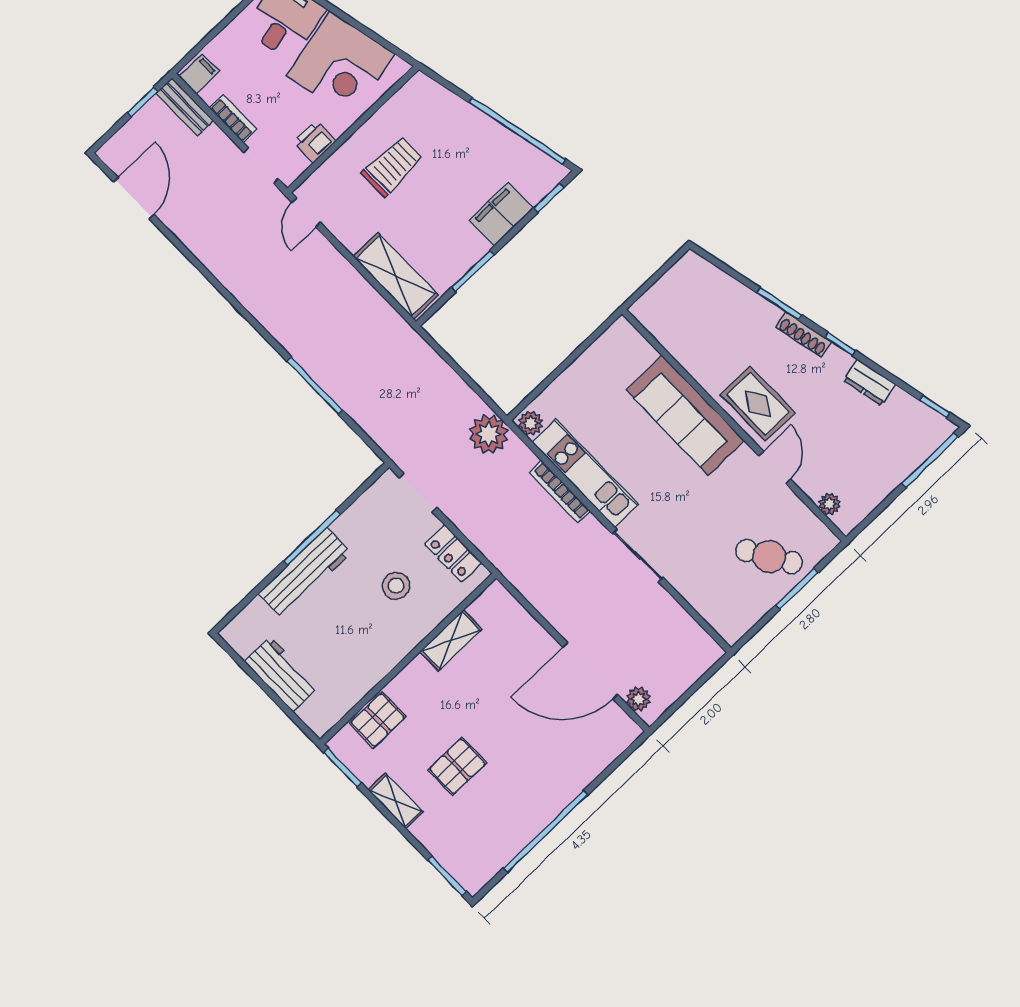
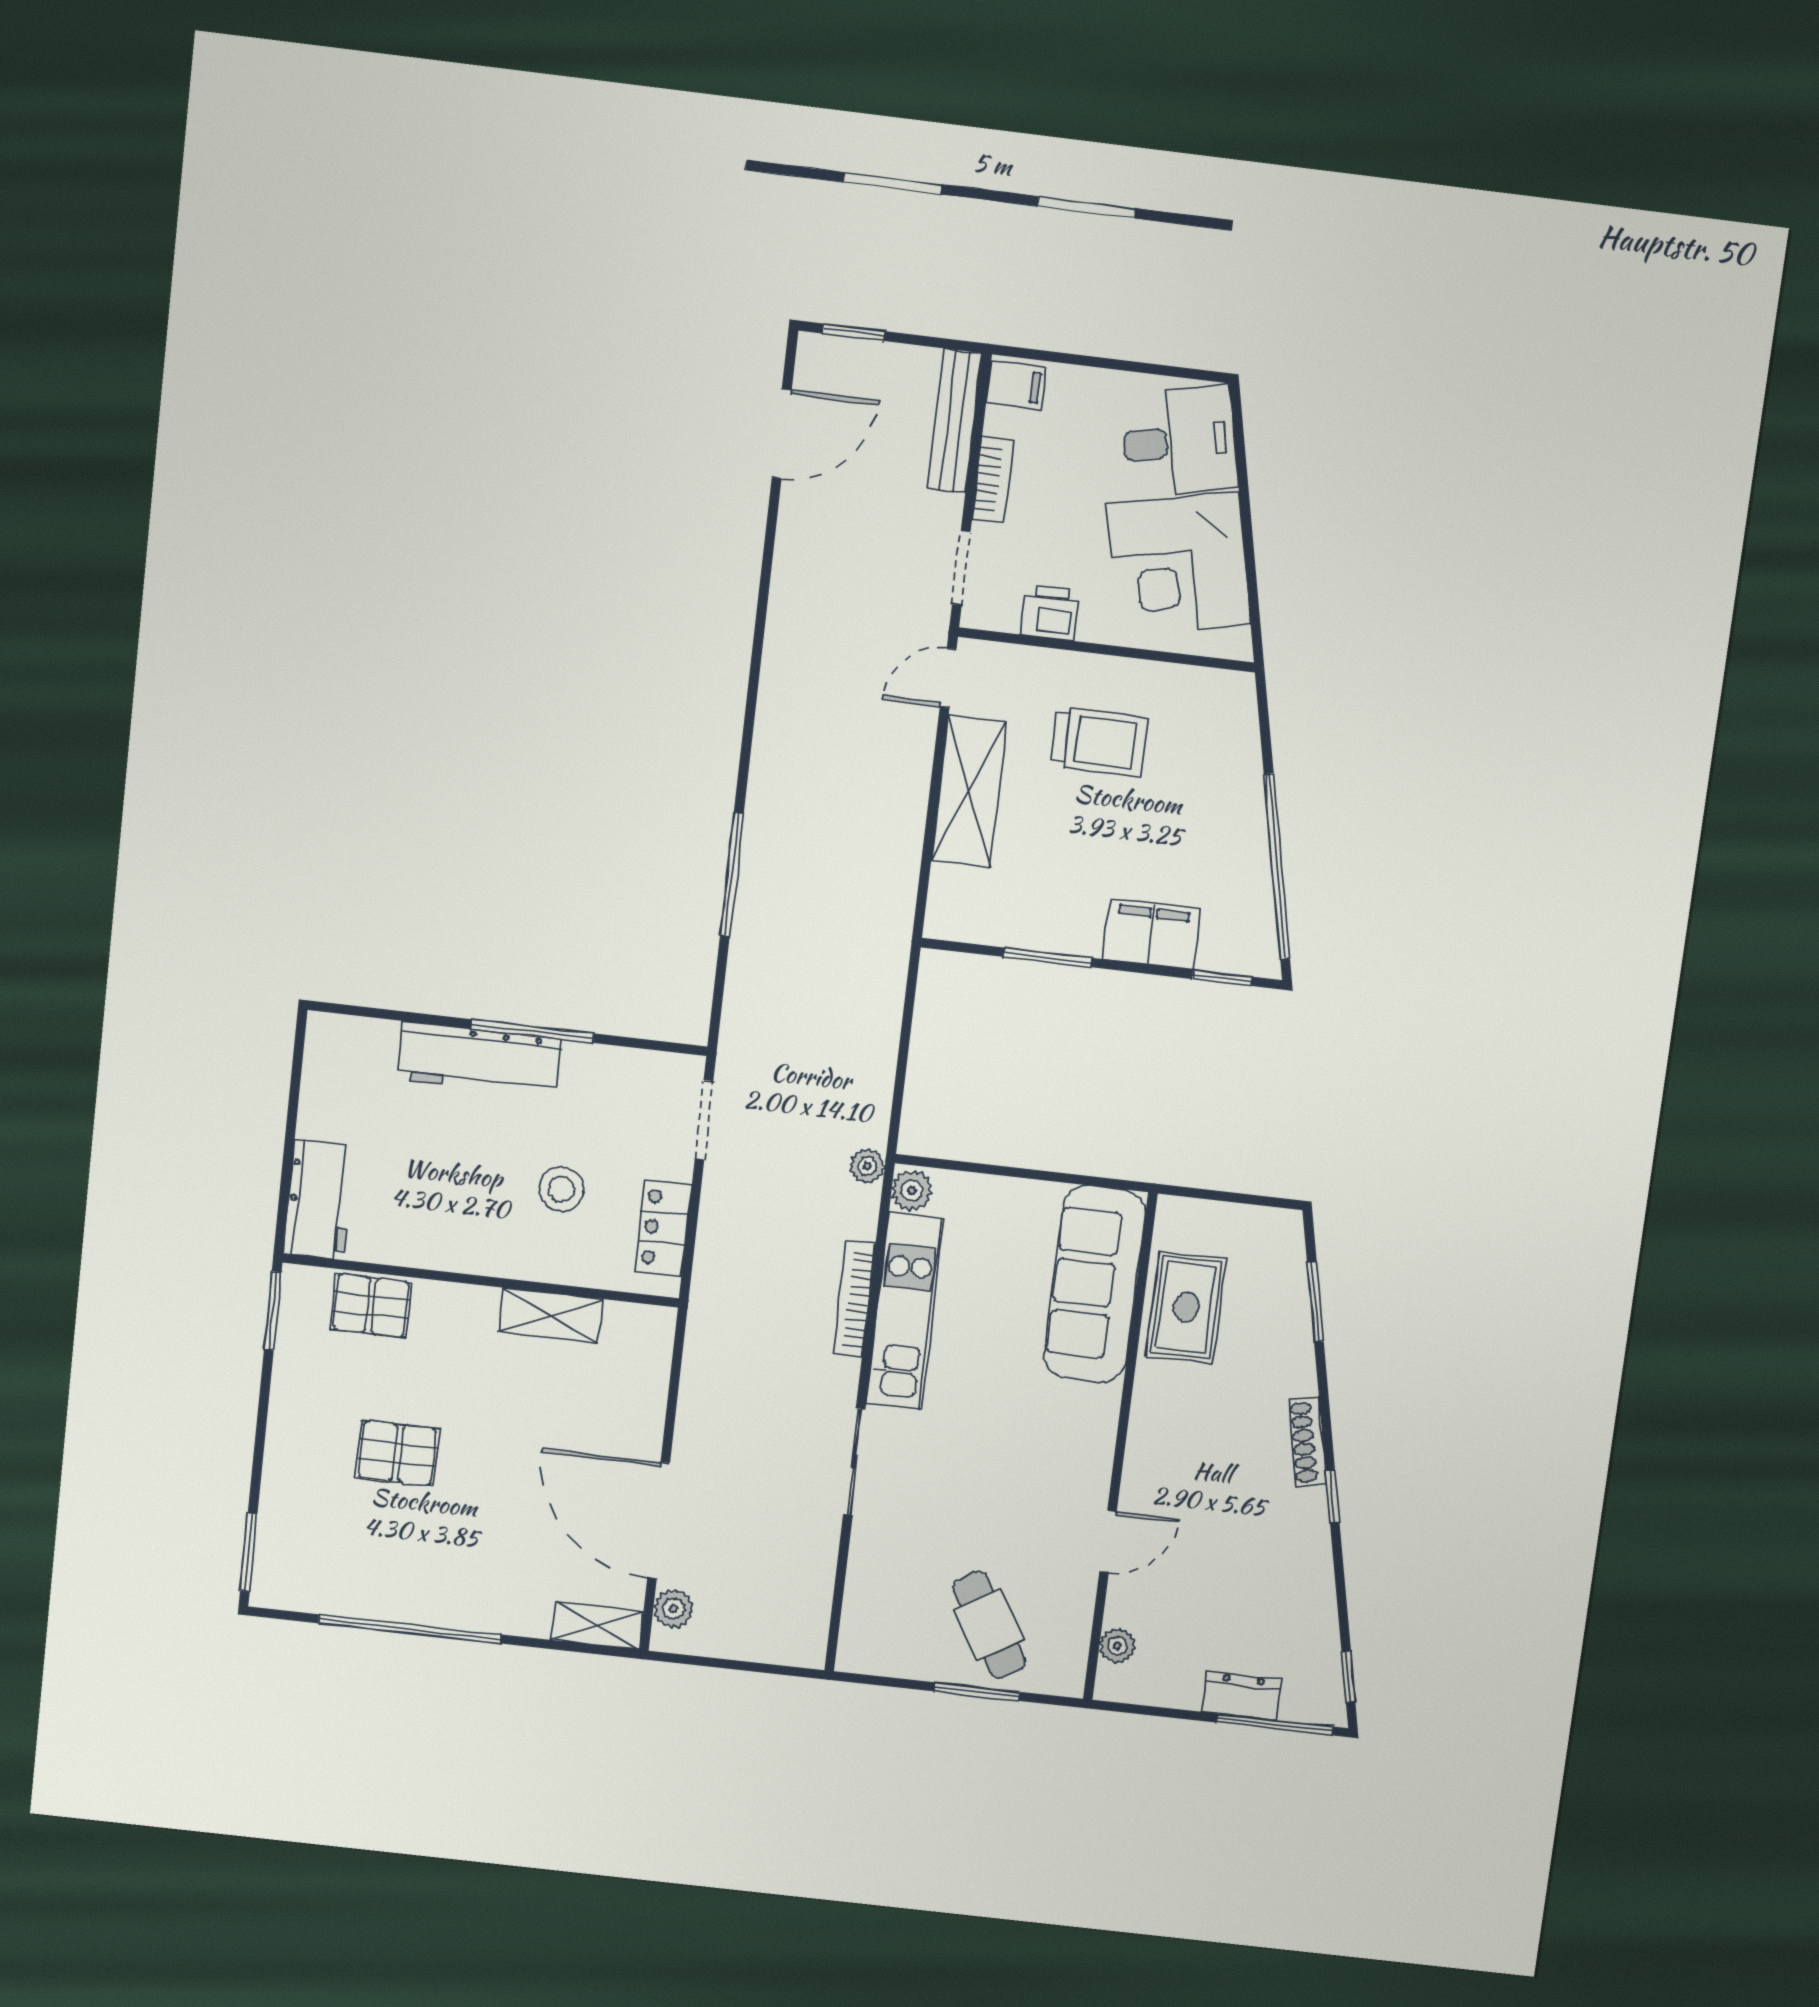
window: (142, 102) -> (854, 332), moved
bench: (185, 107) -> (954, 421), width x1.36
shelving: (396, 276) -> (969, 791), moved
window: (779, 304) -> (1315, 1302), moved
dresser: (870, 382) -> (1242, 1696), moved, turned 103
rug: (758, 404) -> (1186, 1307), moved
sofa: (685, 415) -> (1095, 1284), moved
plant: (489, 434) -> (867, 1166), width x0.53, depth x0.53
workbench: (281, 674) -> (319, 1200), moved
shelving: (396, 801) -> (597, 1625), moved, turned 90

